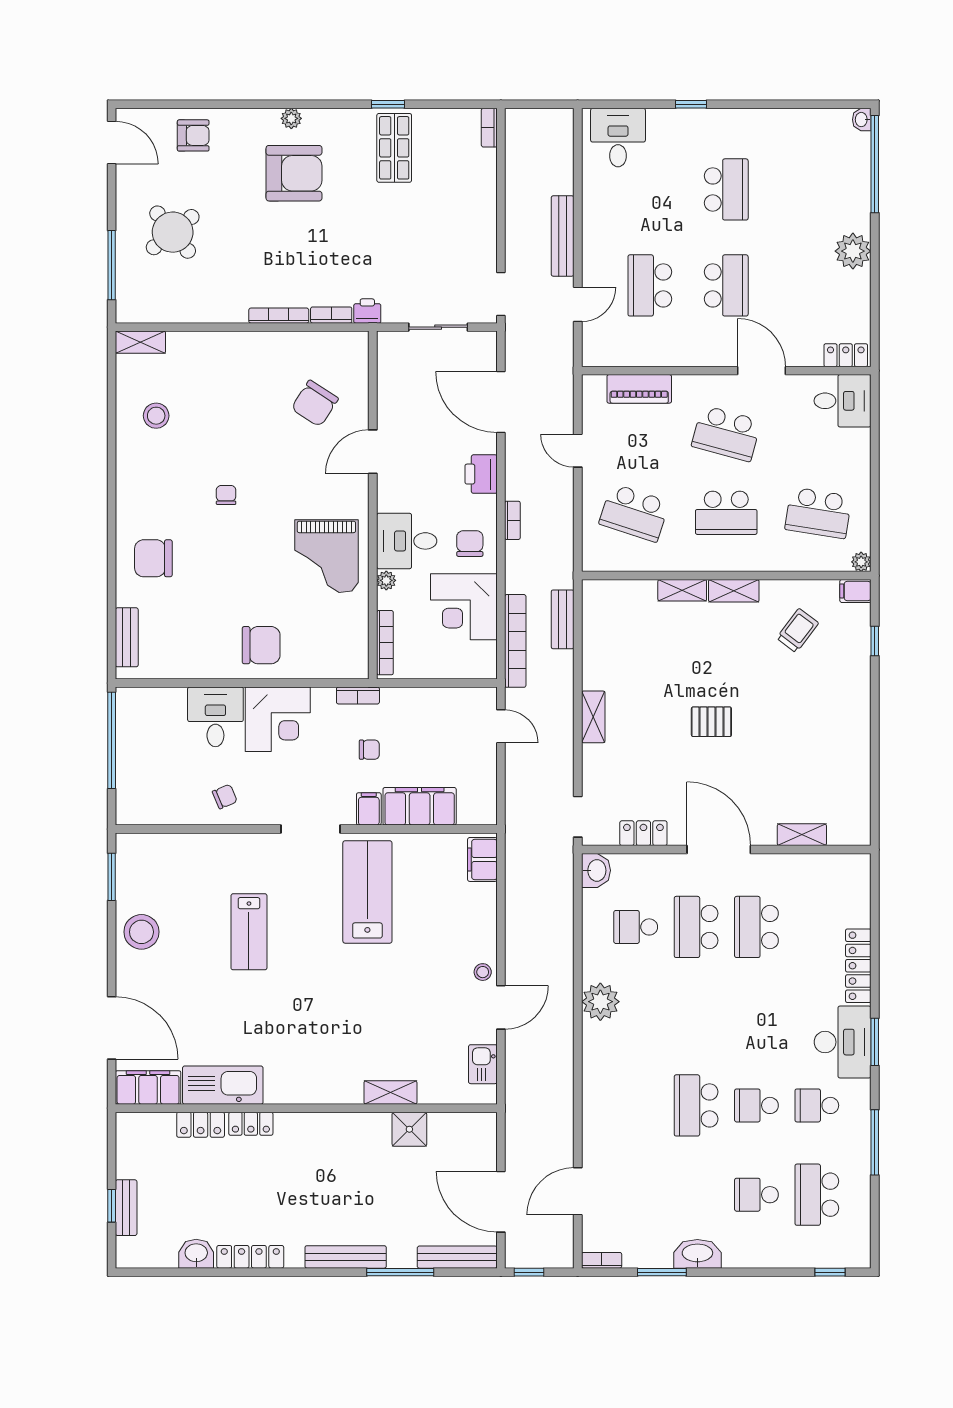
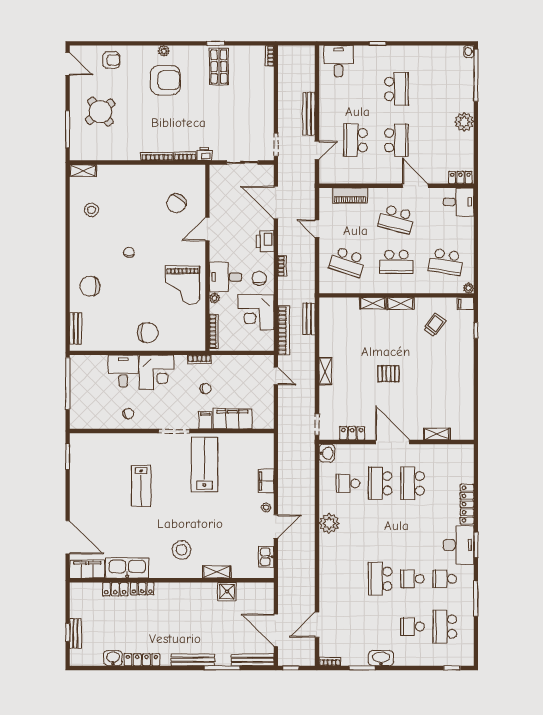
filing cabinet: (482, 859) -> (266, 481), moved
stool: (141, 932) -> (182, 550), moved

